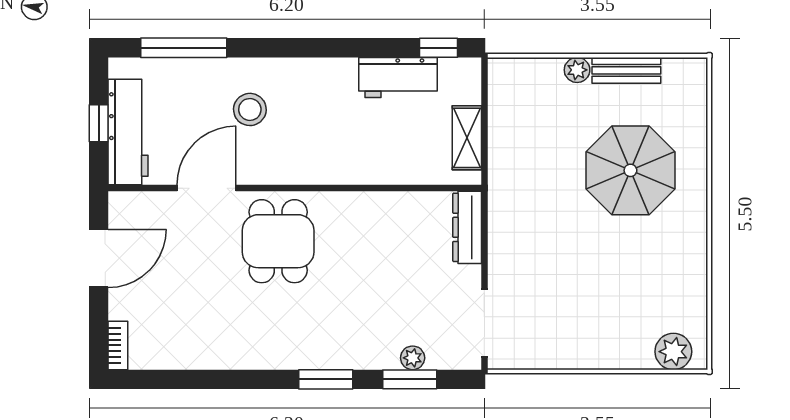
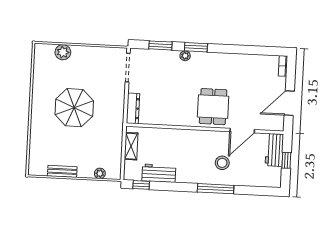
window: (184, 48) -> (216, 189), moved
plant: (577, 70) -> (100, 173), moved
workbench: (128, 132) -> (274, 150), width x0.73
parasol: (630, 170) -> (74, 108), moved
plant: (673, 352) -> (63, 52), moved
plant: (413, 358) -> (185, 56), moved

